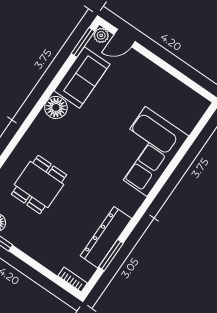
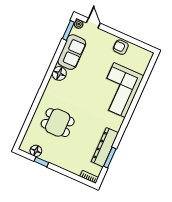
door: (124, 38) -> (93, 23), swing flipped
armchair: (161, 84) -> (121, 47), added
dining table: (39, 185) -> (58, 123), turned 90

